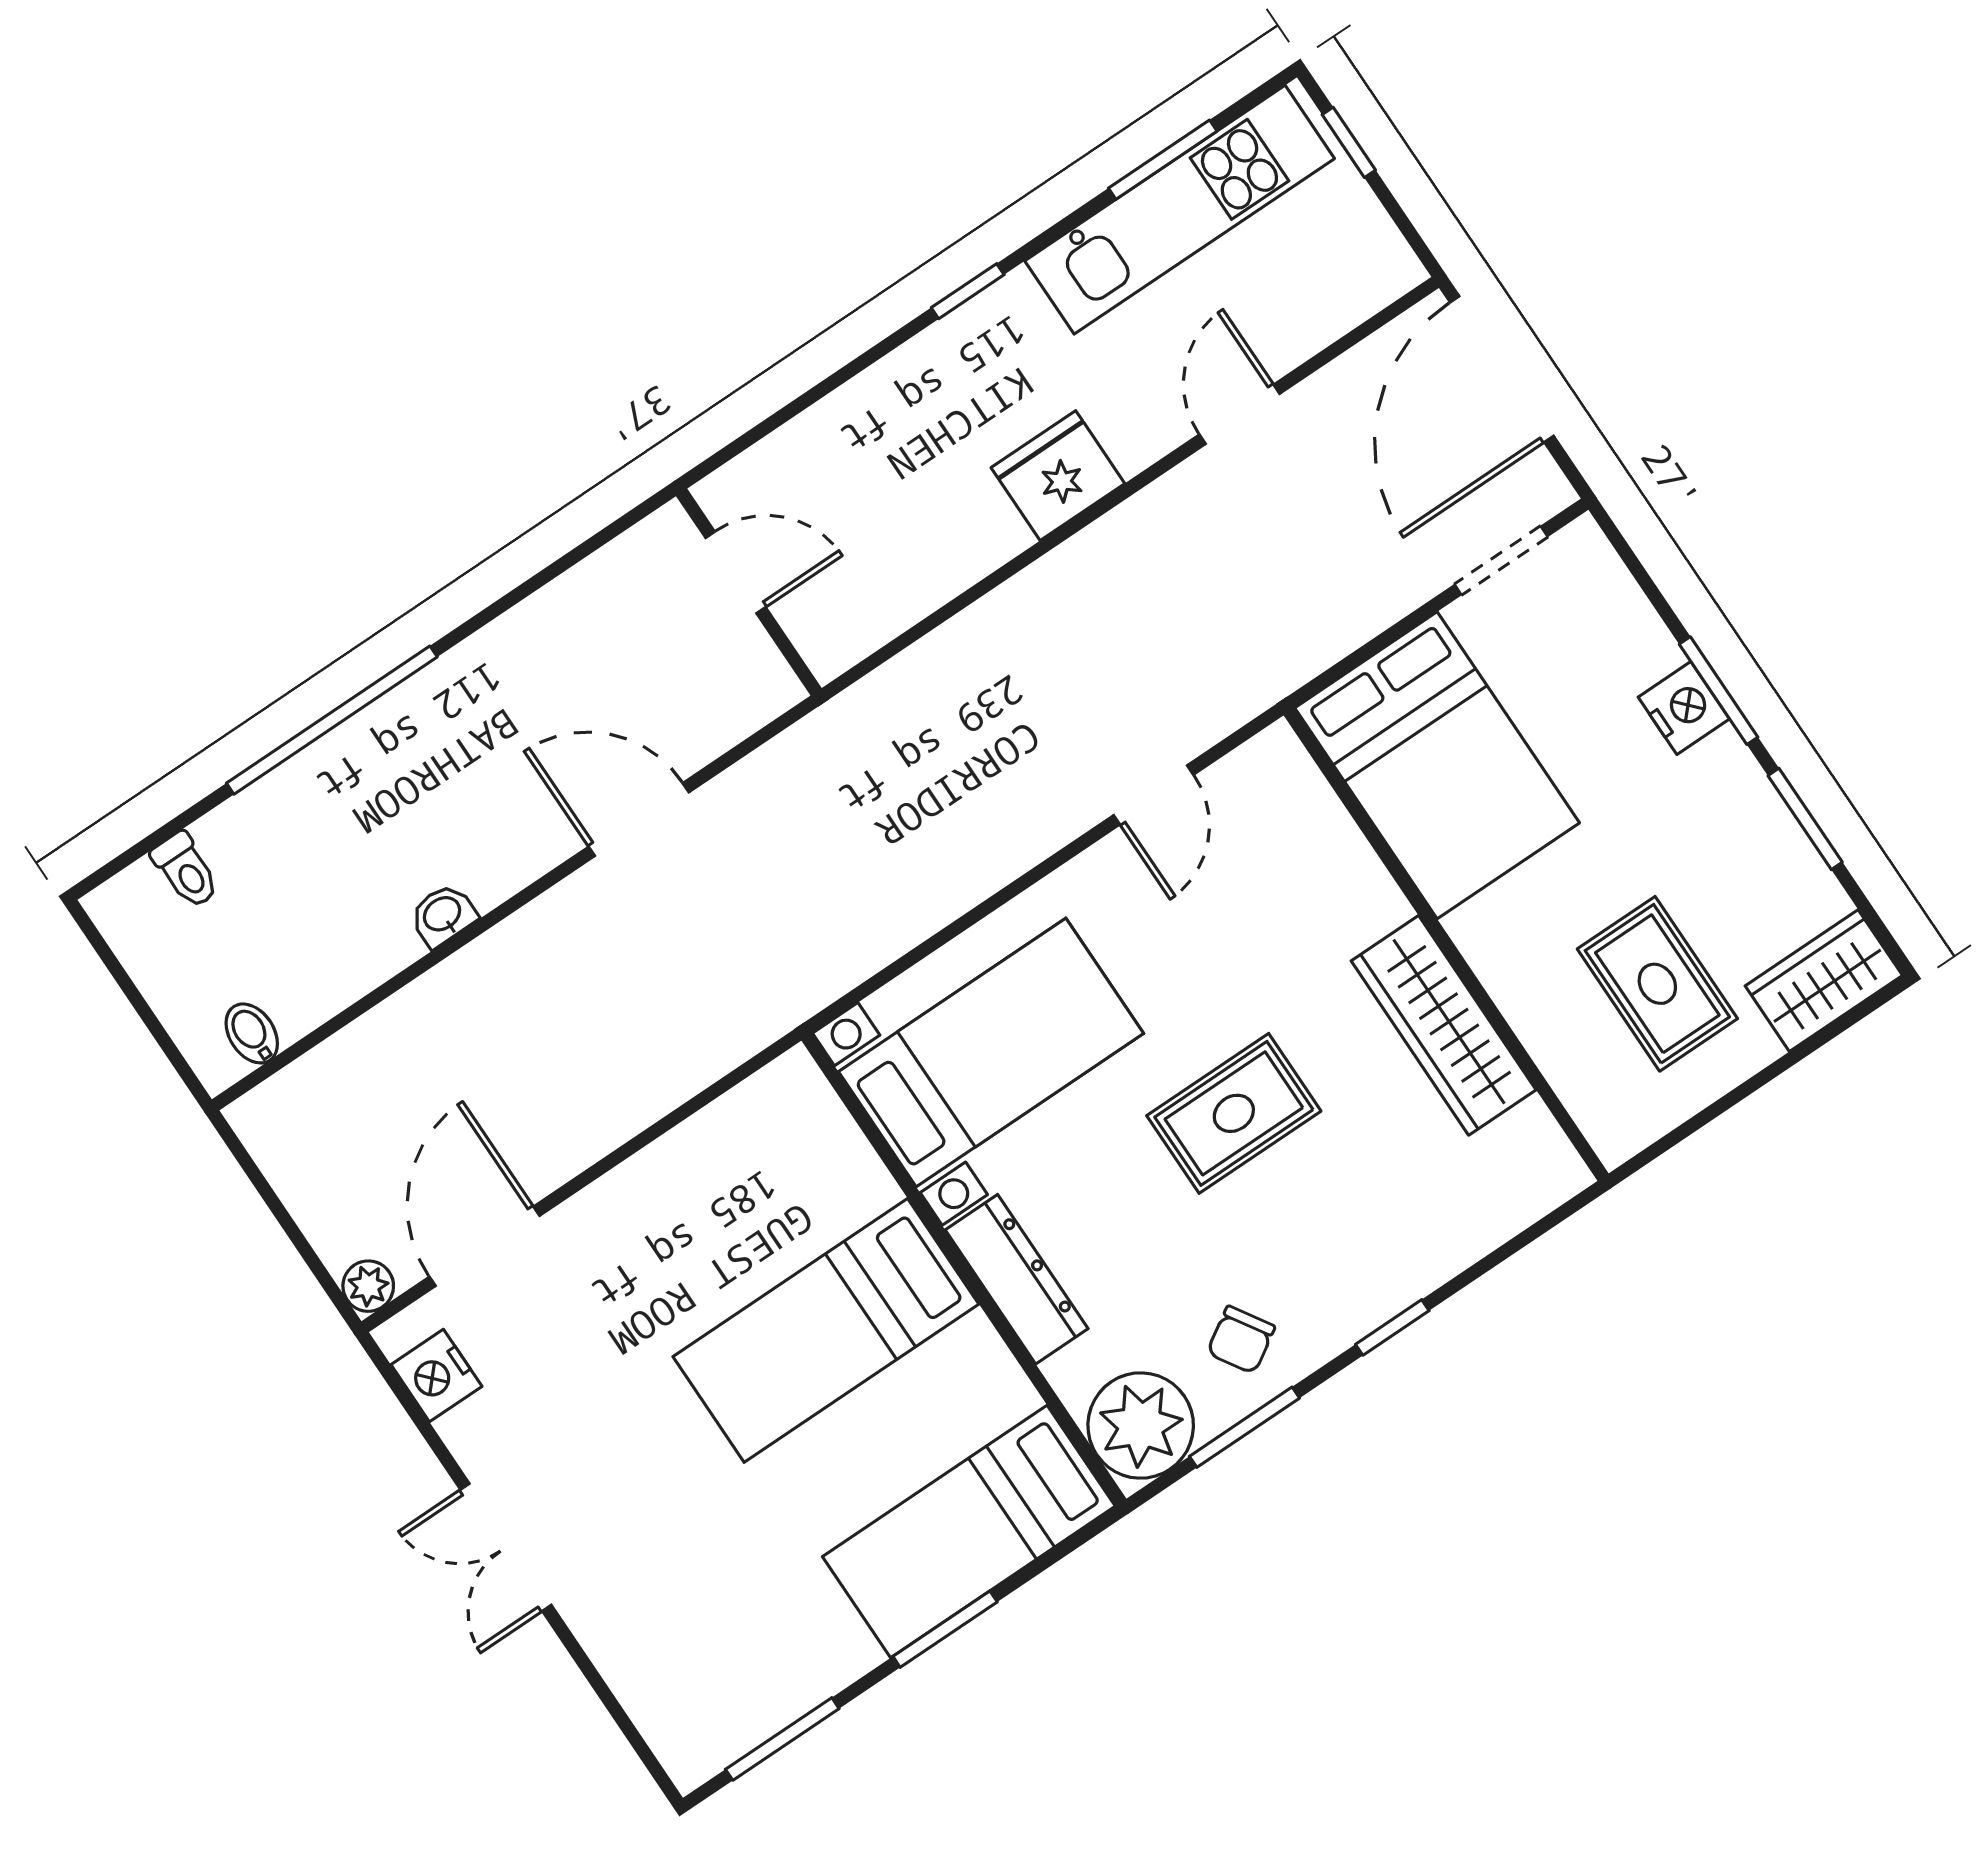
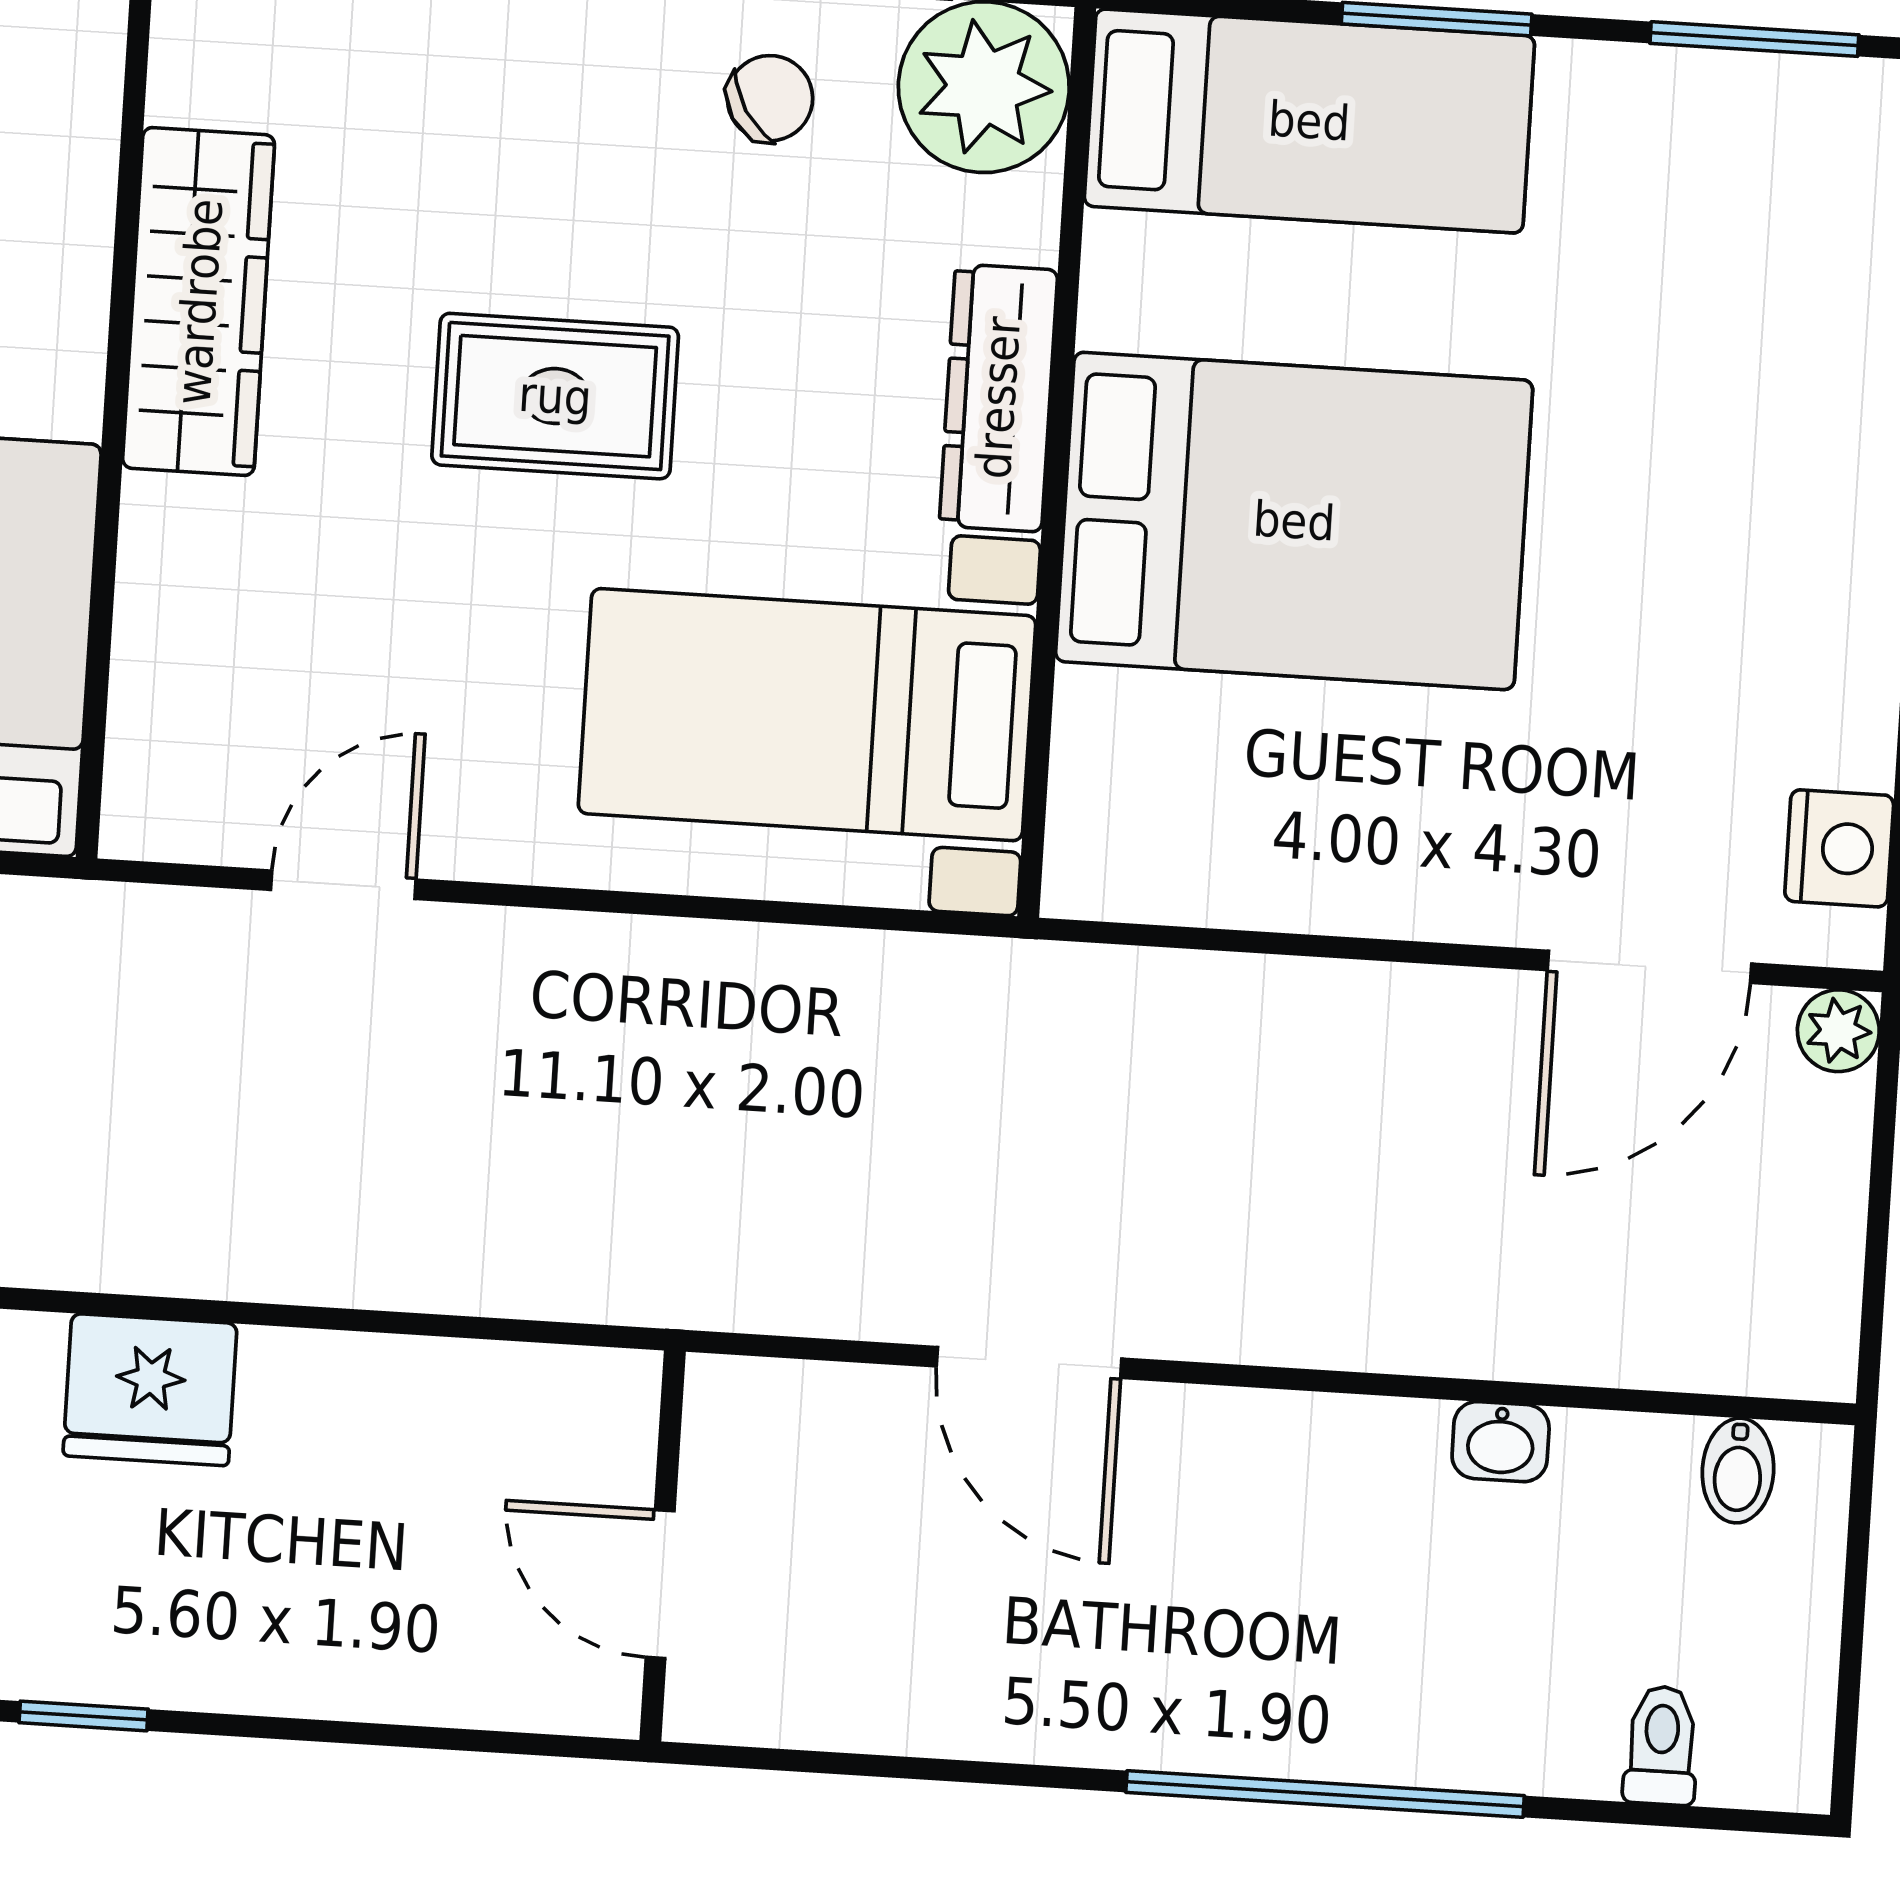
washbasin: (443, 915) -> (1501, 1442), moved
bed: (826, 1330) -> (1294, 521), width x1.50

